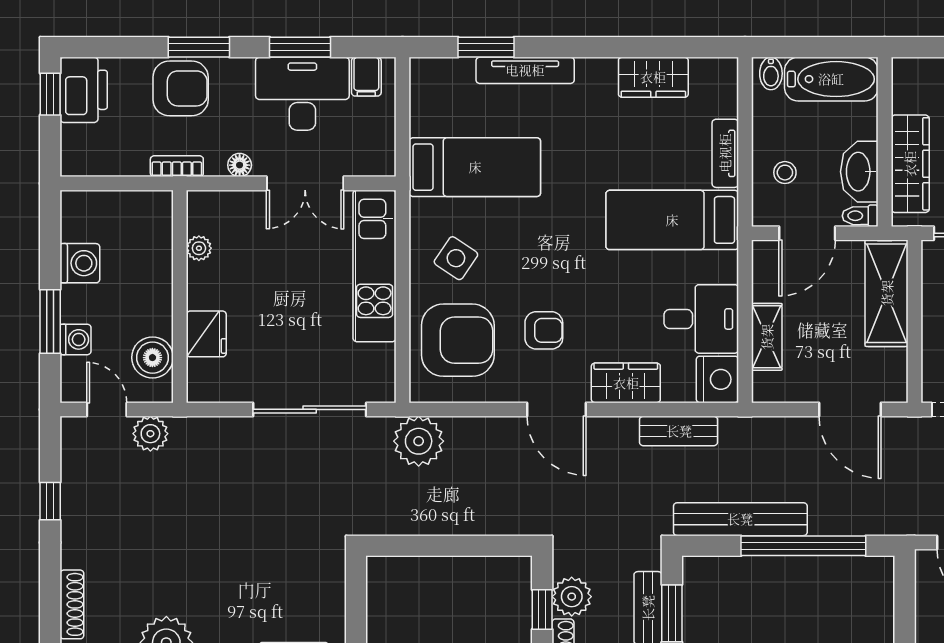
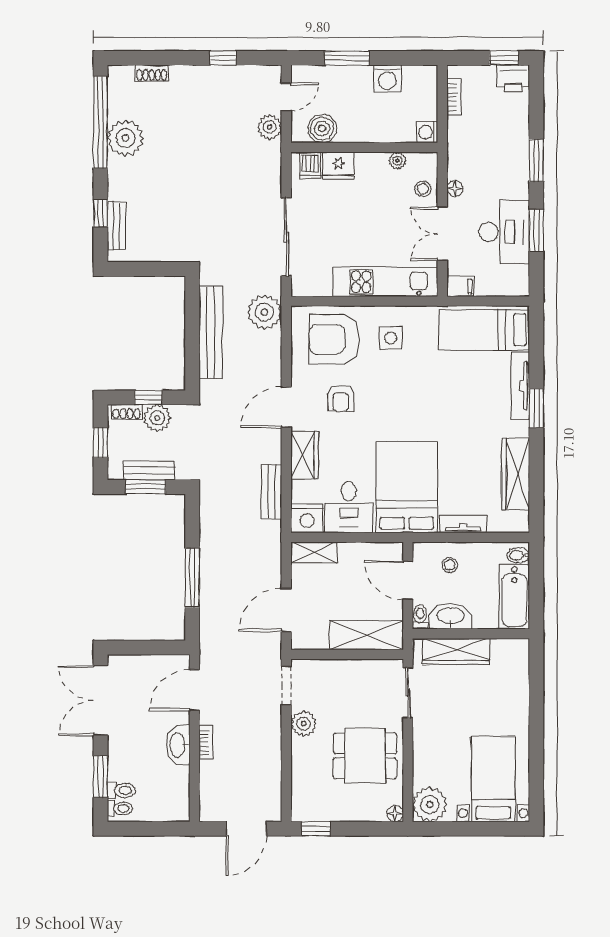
window: (486, 47) -> (536, 408), moved
filing cabinet: (366, 77) -> (460, 286), moved, turned 180
wardrobe: (653, 77) -> (516, 474), width x1.50
armchair: (181, 88) -> (508, 148), removed
printer: (84, 90) -> (513, 78), width x0.73, depth x0.84
bookcase: (177, 166) -> (454, 97), moved
bed: (475, 167) -> (484, 330), moved, turned 90
stool: (240, 211) -> (423, 189), added
bed: (672, 220) -> (407, 487), width x1.50
side table: (456, 258) -> (391, 338), turned -34
shelving: (767, 337) -> (314, 552), moved
washing machine: (76, 339) -> (427, 132), moved, turned 90
armchair: (458, 340) -> (334, 339), turned 90
dishwasher: (206, 375) -> (310, 165), added
bench: (740, 519) -> (211, 332), moved
window: (803, 546) -> (192, 578), width x0.68
shoe rack: (72, 604) -> (152, 73), width x0.70

